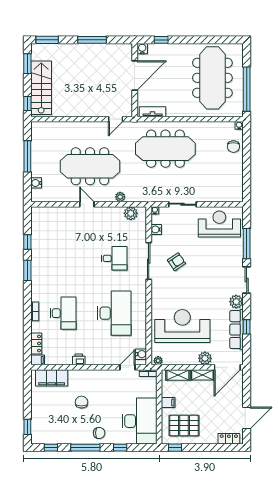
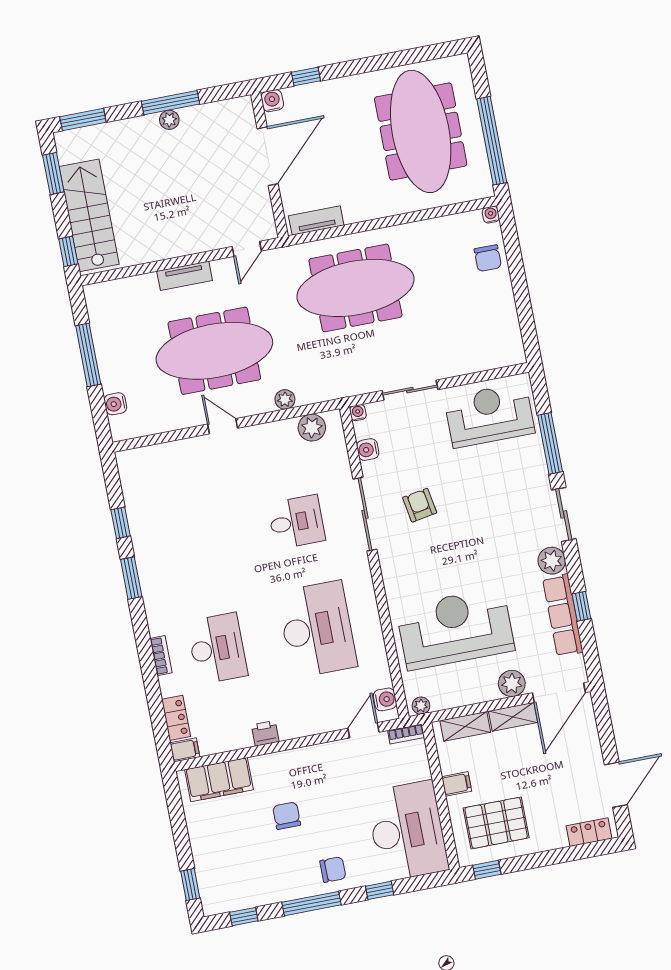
plant: (90, 48) -> (169, 120), added
tv unit: (82, 127) -> (185, 276), added
armchair: (176, 262) -> (420, 505), turned -66

